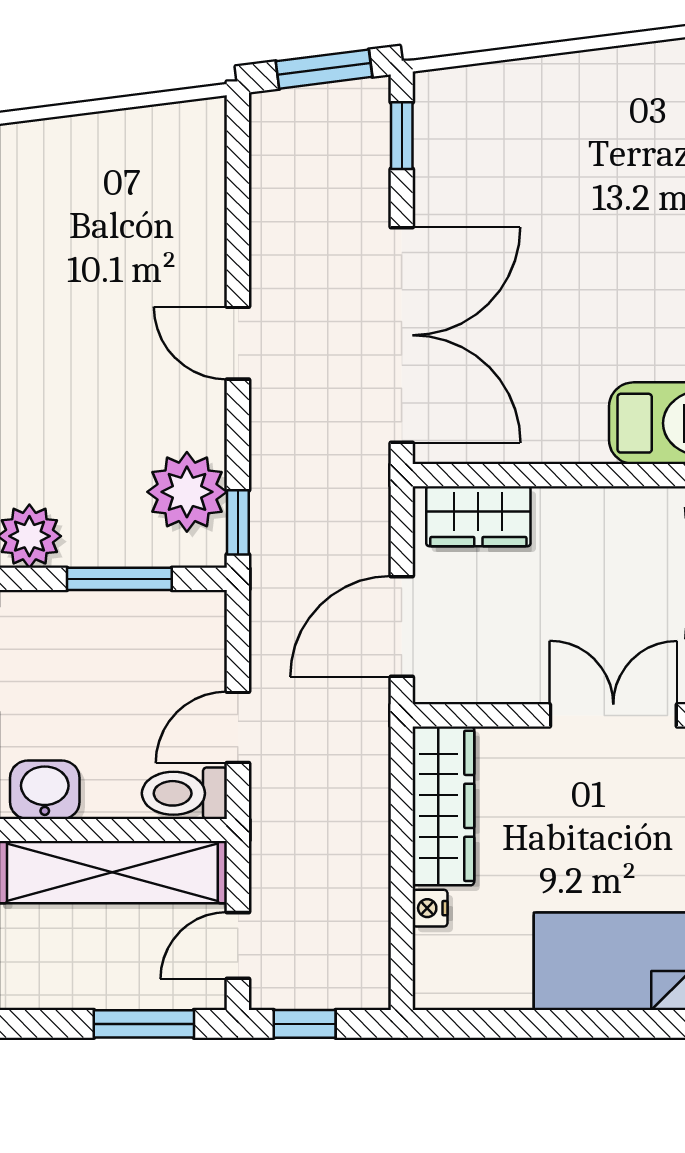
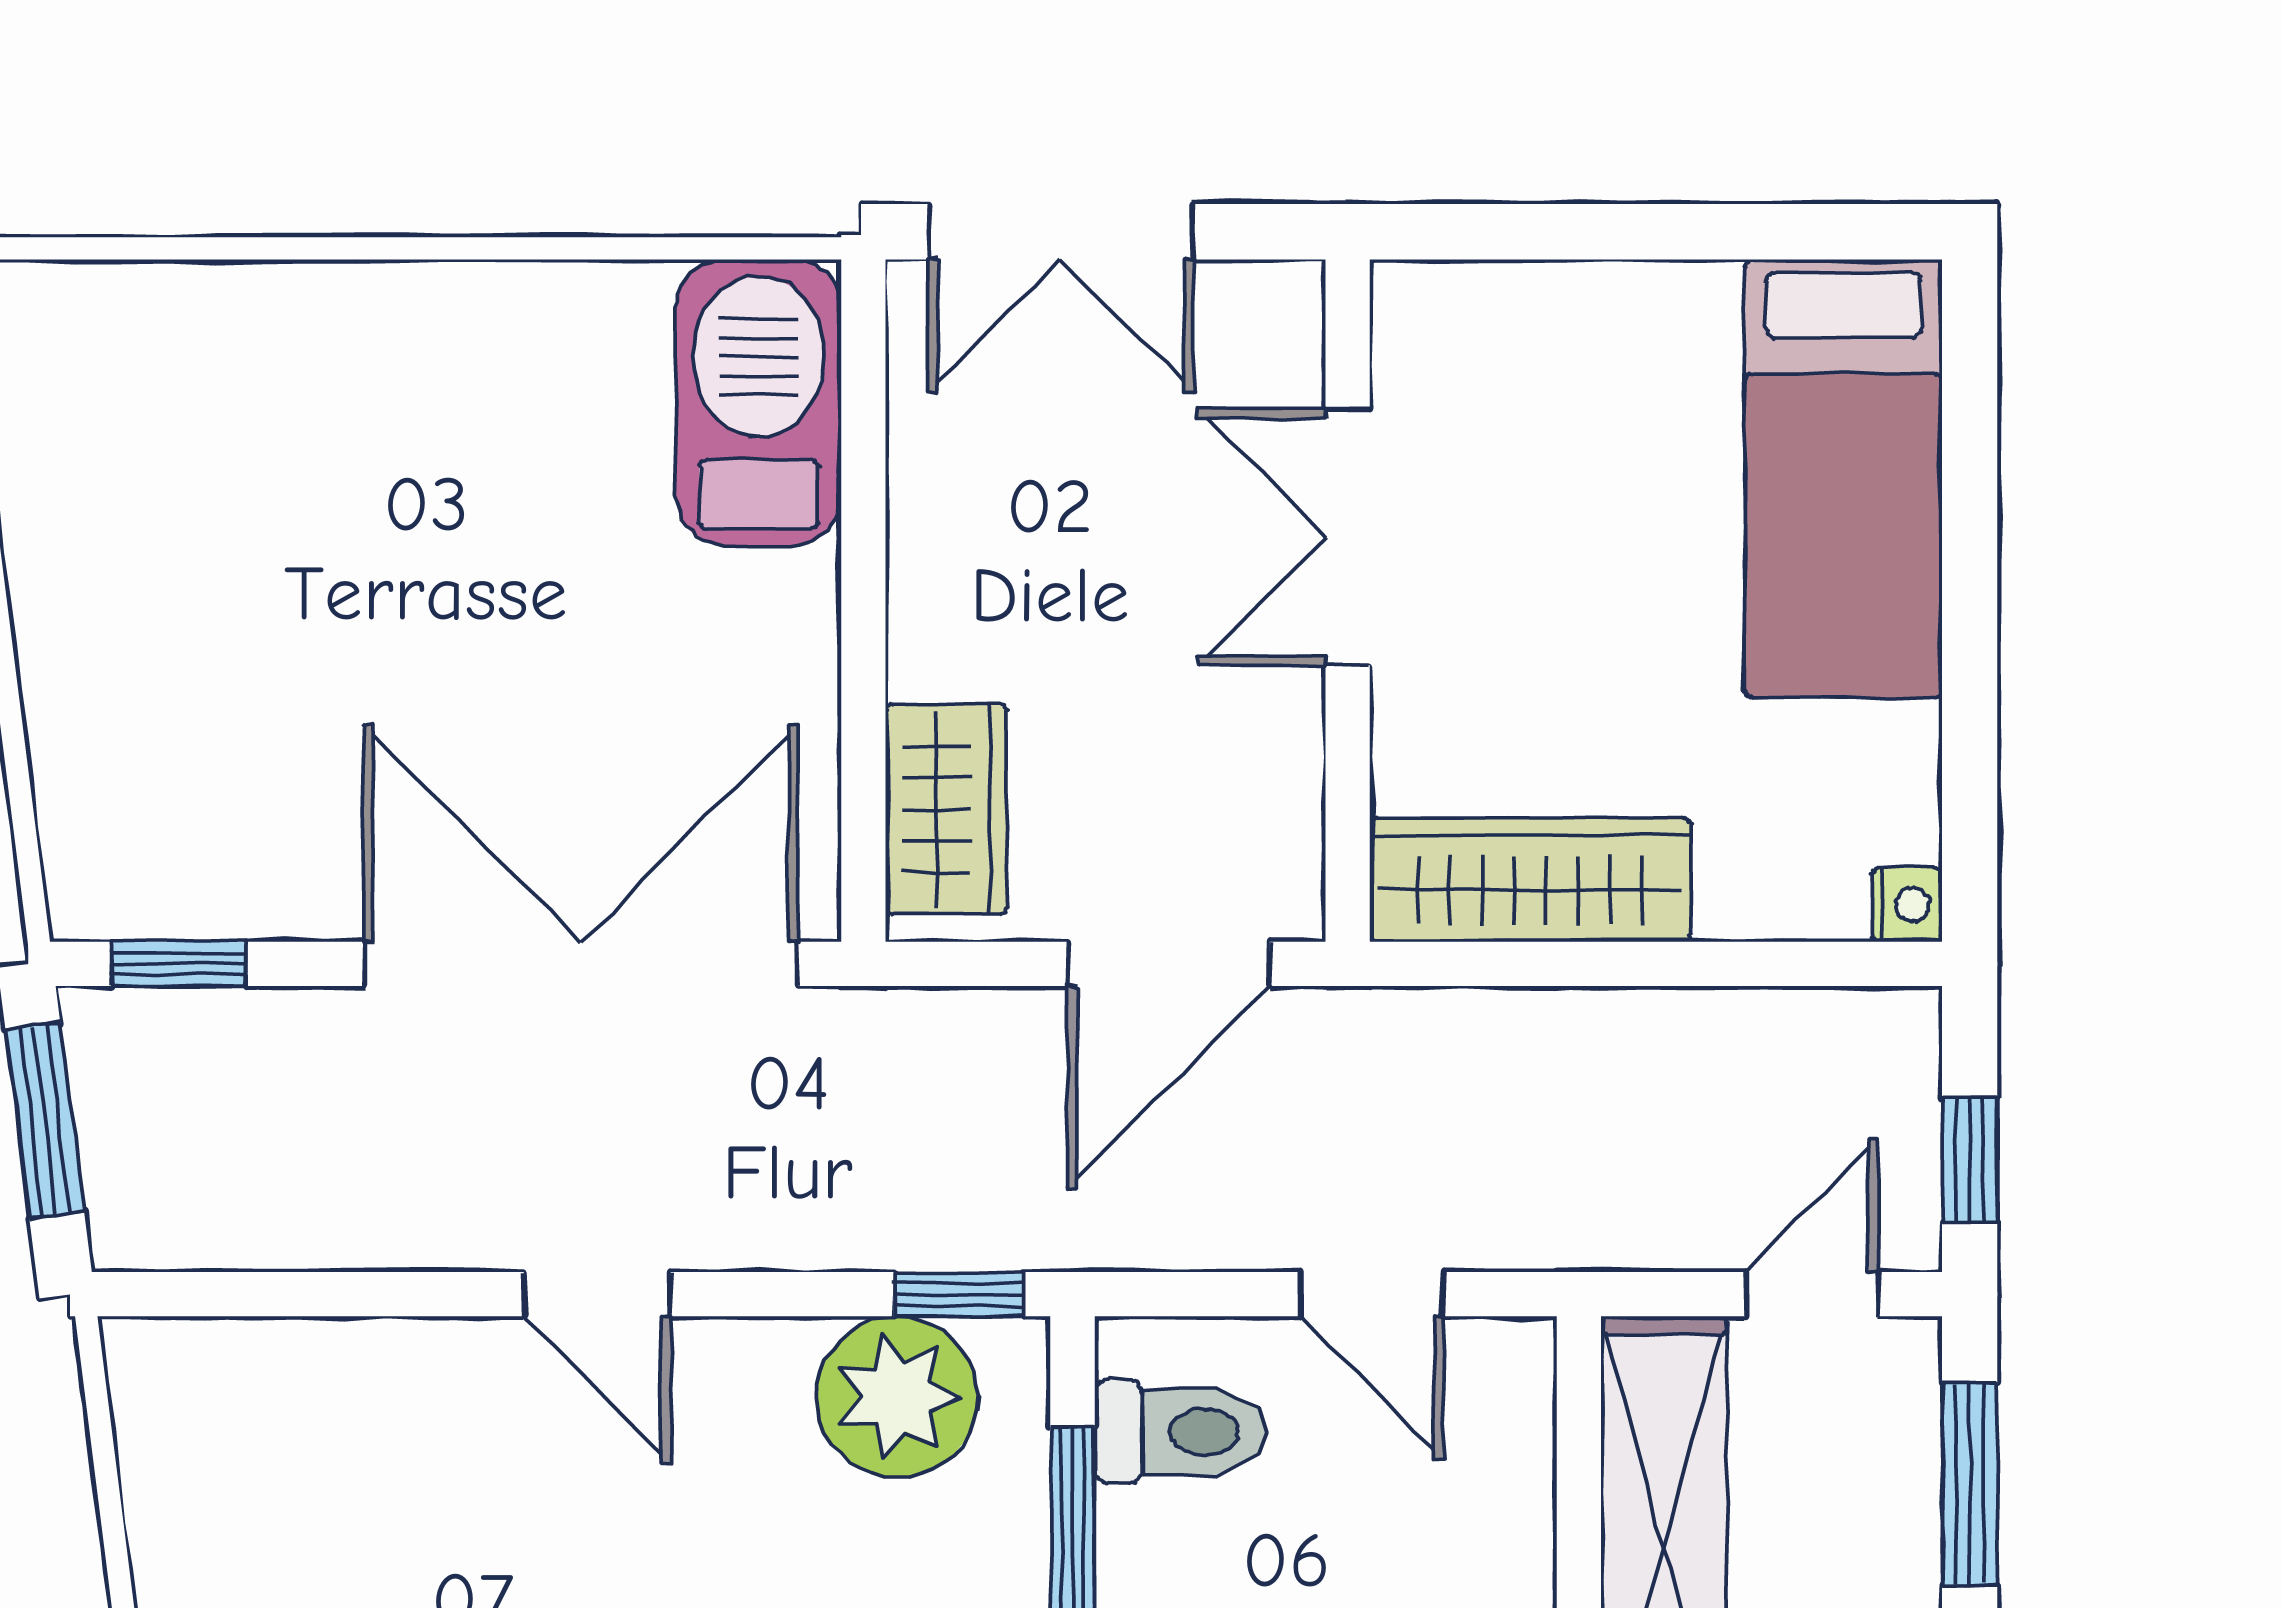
door: (238, 343) -> (597, 1294), hinge flipped
door: (402, 626) -> (1168, 964), hinge flipped
toilet: (184, 793) -> (1180, 1432), moved, turned -90
nightstand: (430, 908) -> (1907, 905), moved, turned -90
door: (238, 945) -> (1812, 1294), swing flipped

